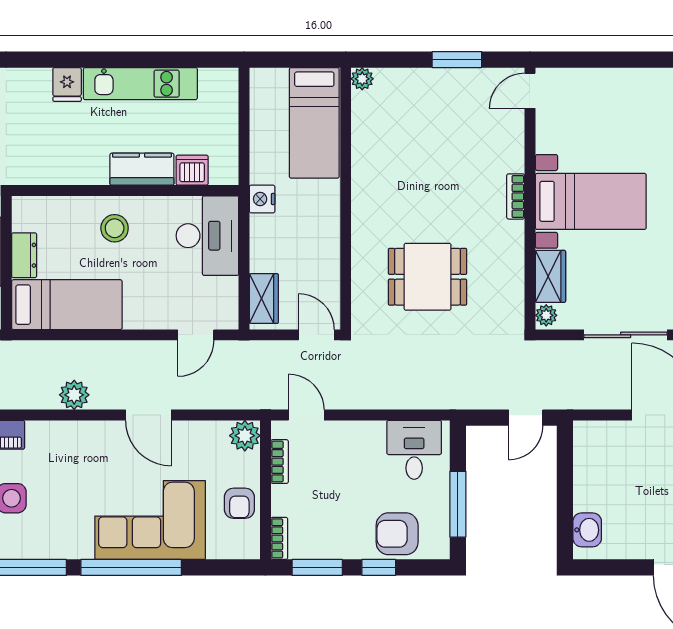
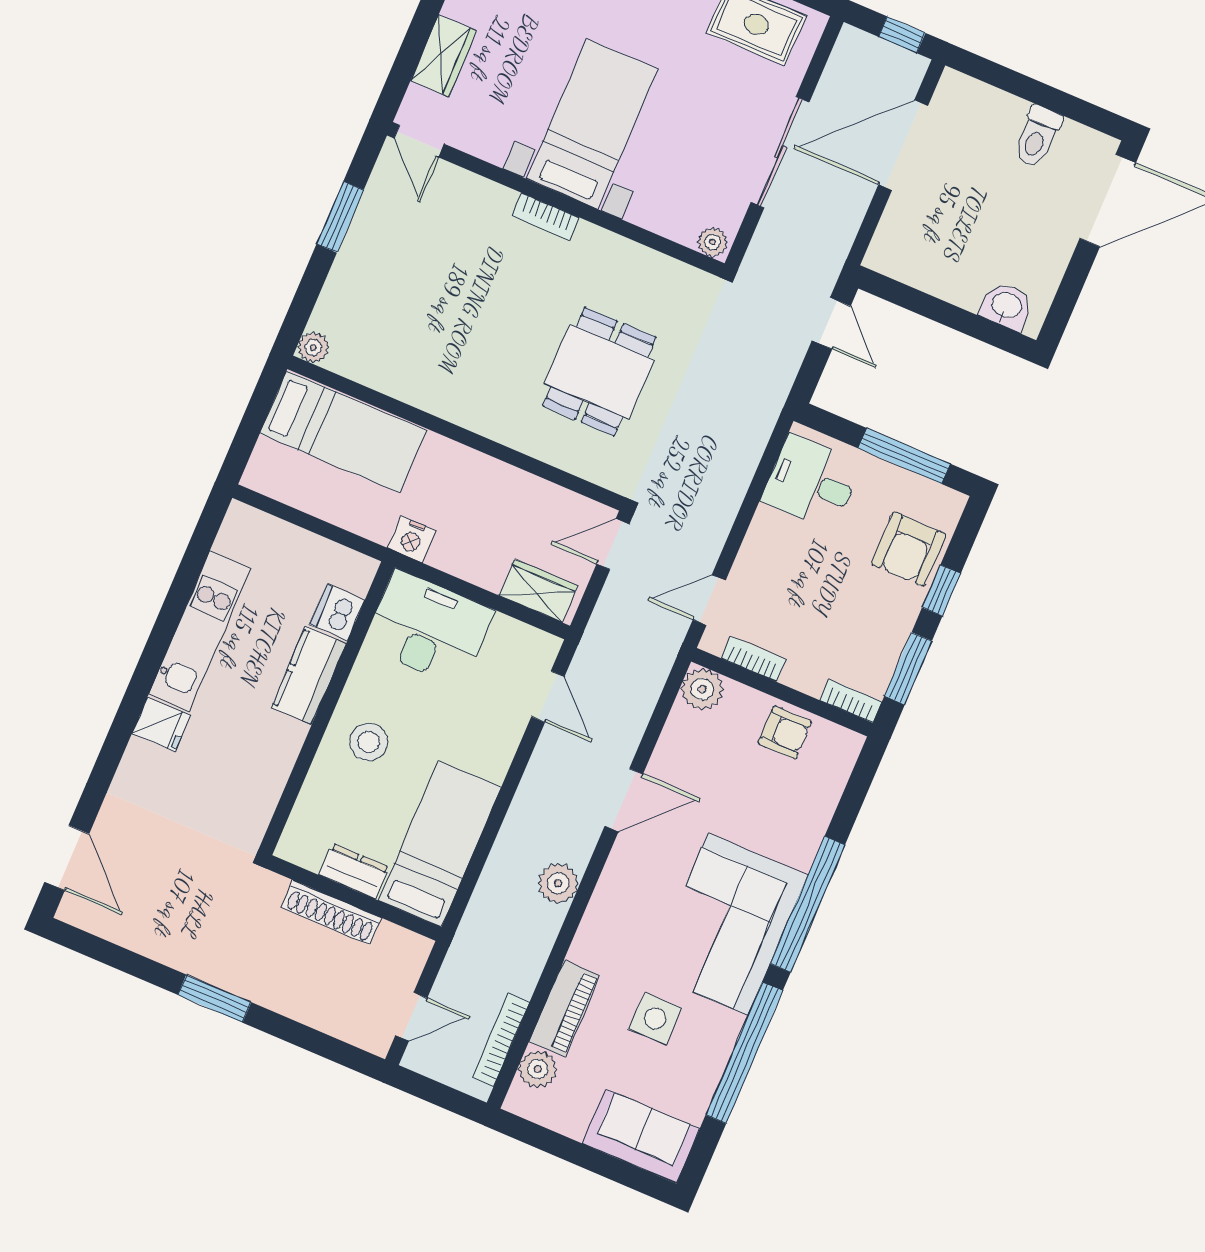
wardrobe: (550, 276) -> (444, 56), moved, turned 90
corner sofa: (150, 520) -> (728, 924), moved

